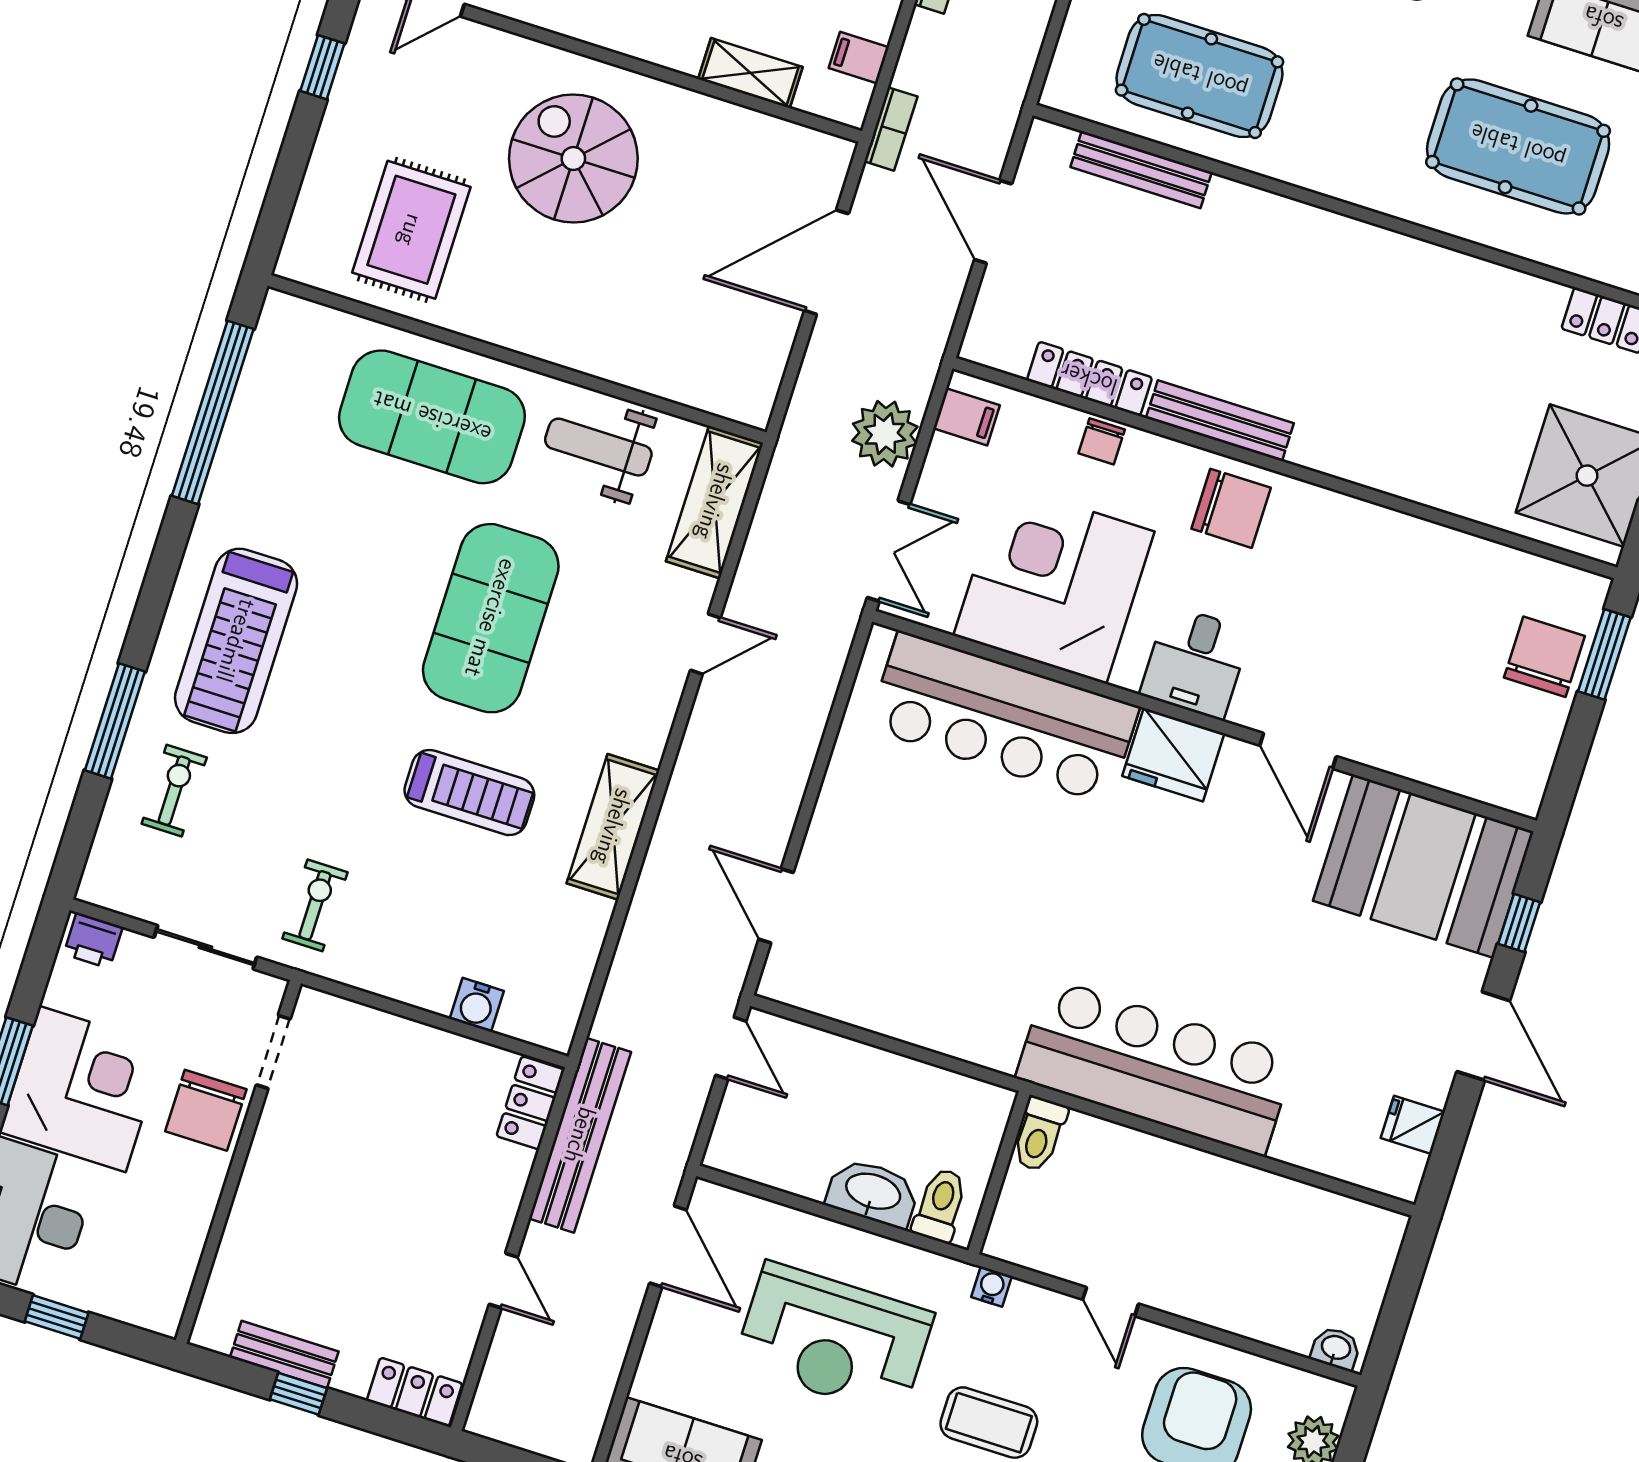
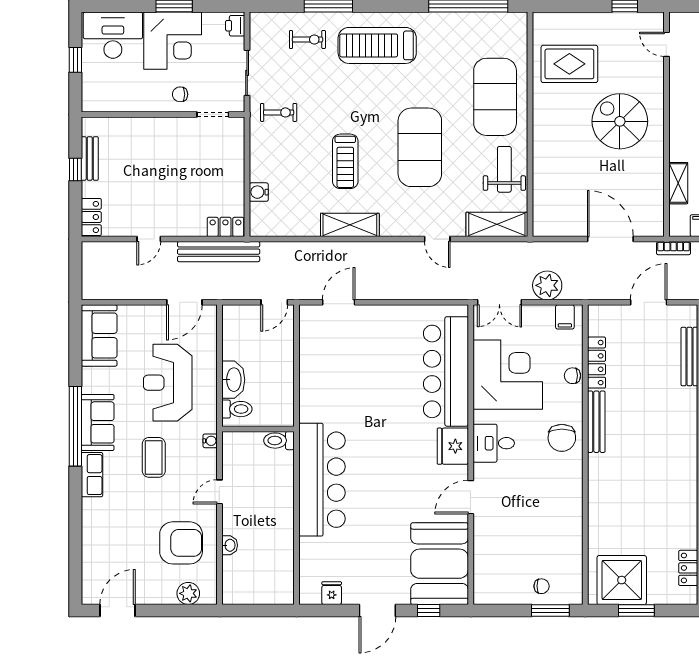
spiral stairs: (573, 159) -> (620, 121), turned -90
exercise mat: (491, 618) -> (420, 147), turned 90
chair: (1544, 657) -> (542, 586), width x0.54, depth x0.54
chair: (206, 1110) -> (180, 94), width x0.54, depth x0.54
washbasin: (1336, 1348) -> (230, 545), moved

